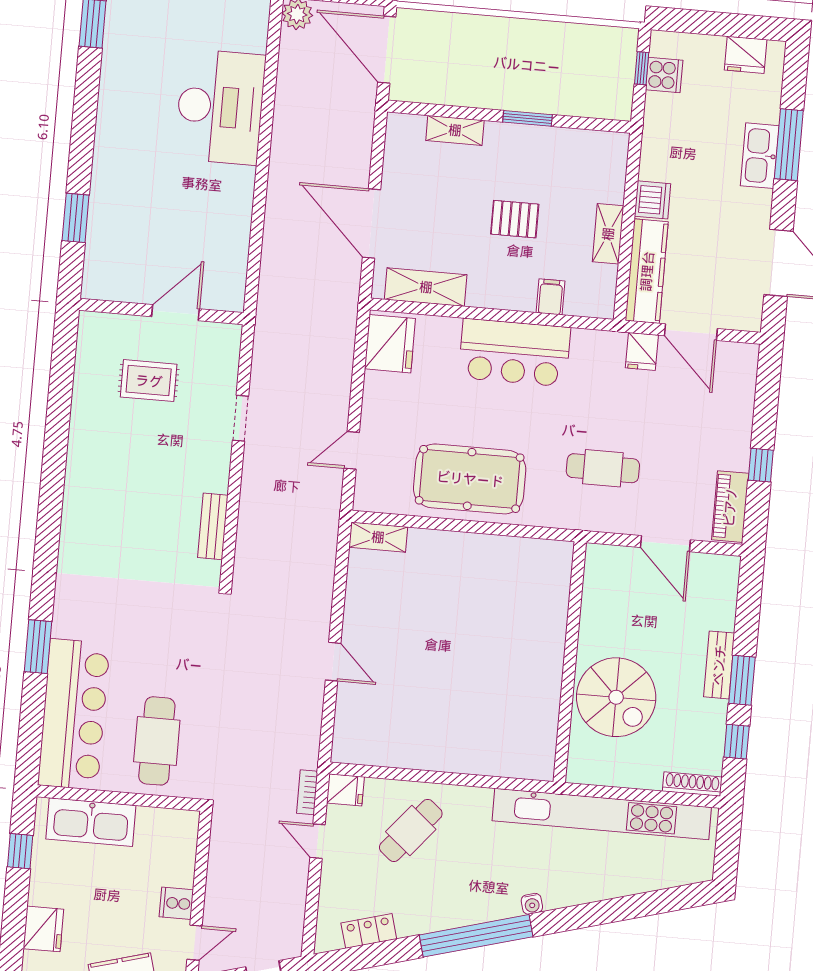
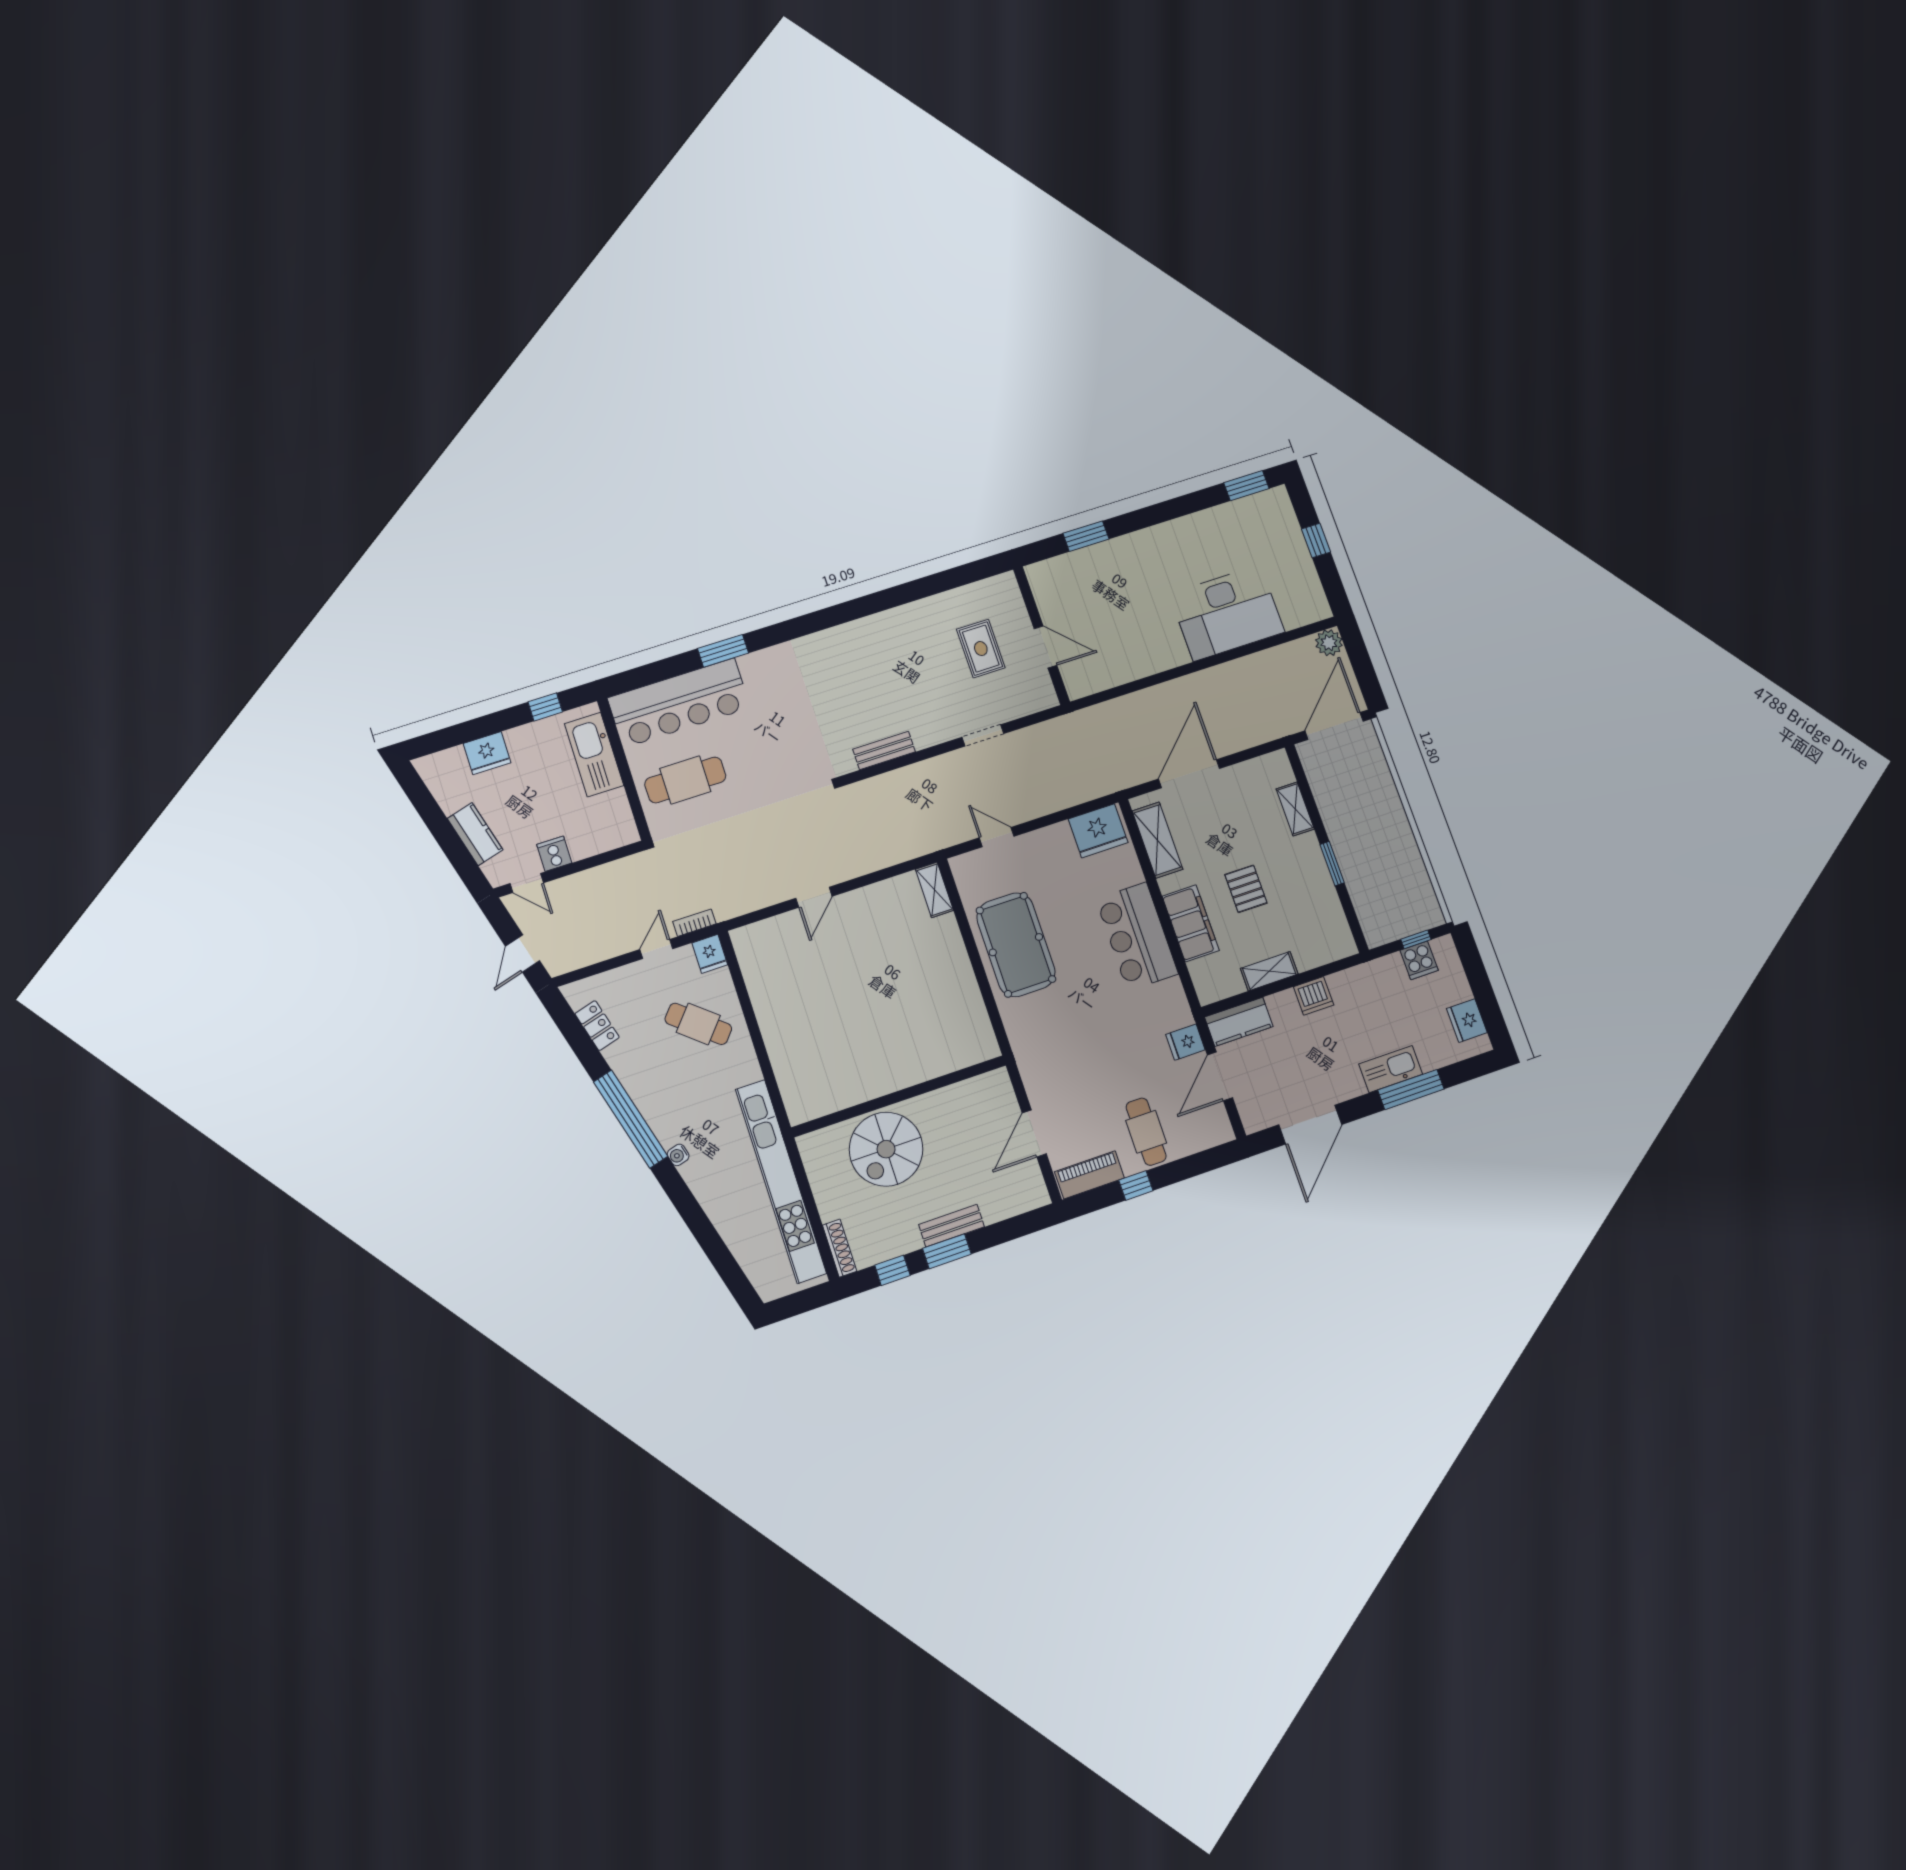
kitchen counter: (647, 271) -> (1239, 1022), width x0.67
filing cabinet: (551, 297) -> (1191, 923), width x3.00, depth x1.17
cafe table: (603, 468) -> (1146, 1132), moved

